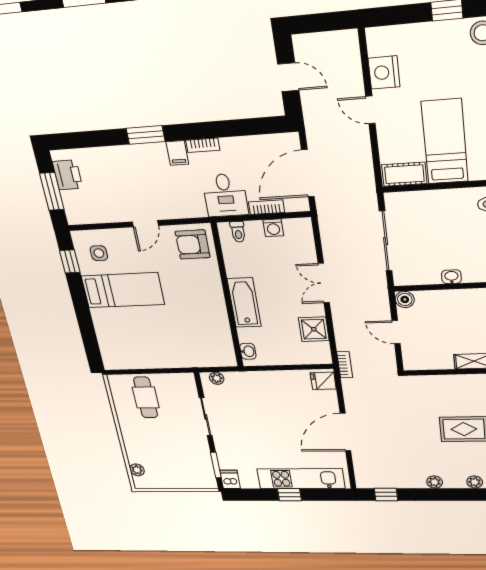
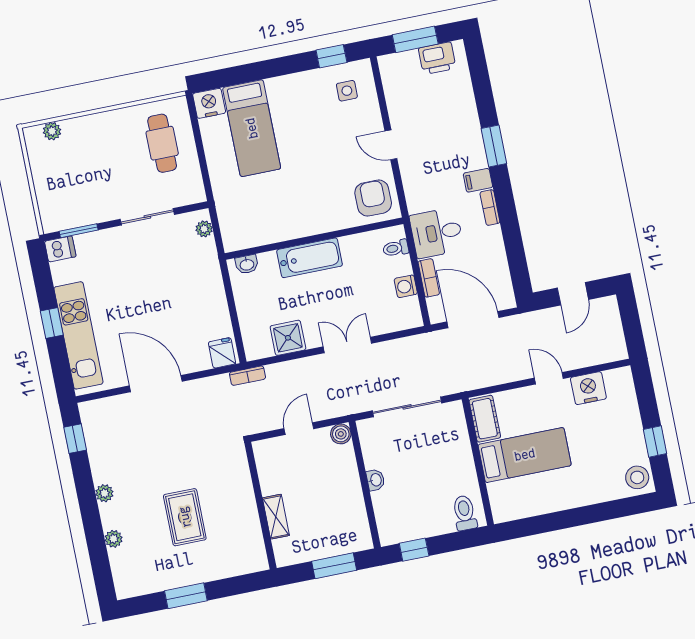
door: (370, 110) -> (549, 378), hinge flipped
bed: (123, 290) -> (252, 128), moved
nightstand: (112, 359) -> (209, 103), added
cafe table: (146, 397) -> (162, 143), turned 90

